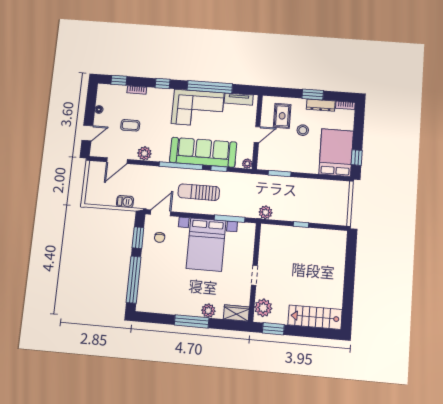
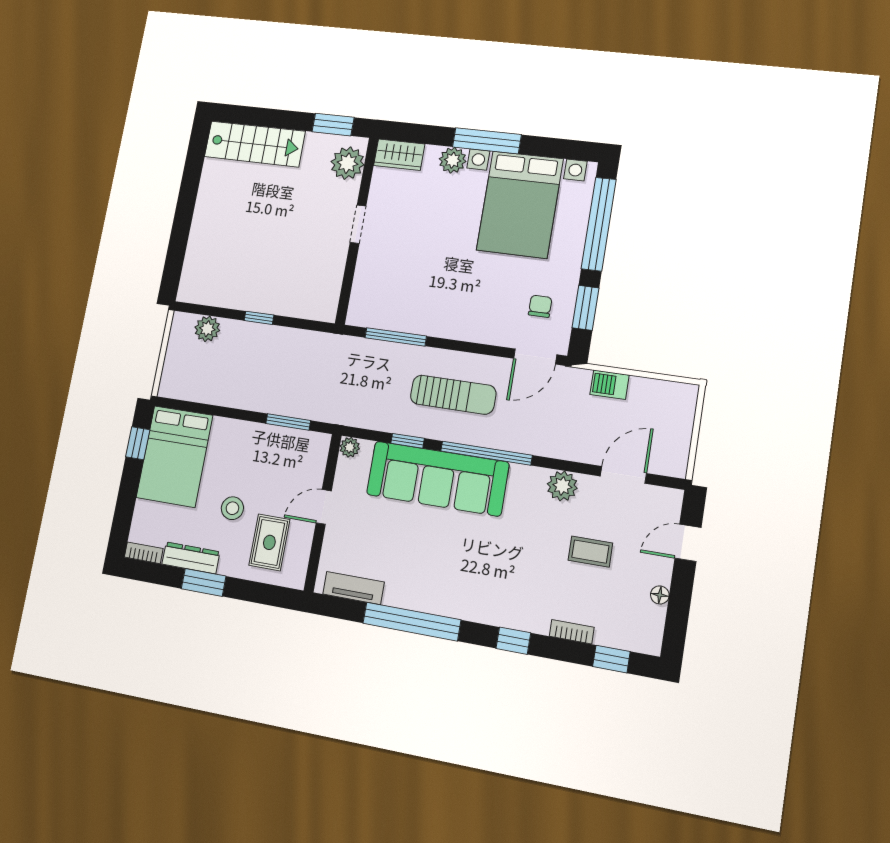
corner sofa: (198, 108) -> (441, 576), removed
plant: (266, 212) -> (207, 329), moved
bed with nightstands: (206, 245) -> (520, 204), moved, turned 180

